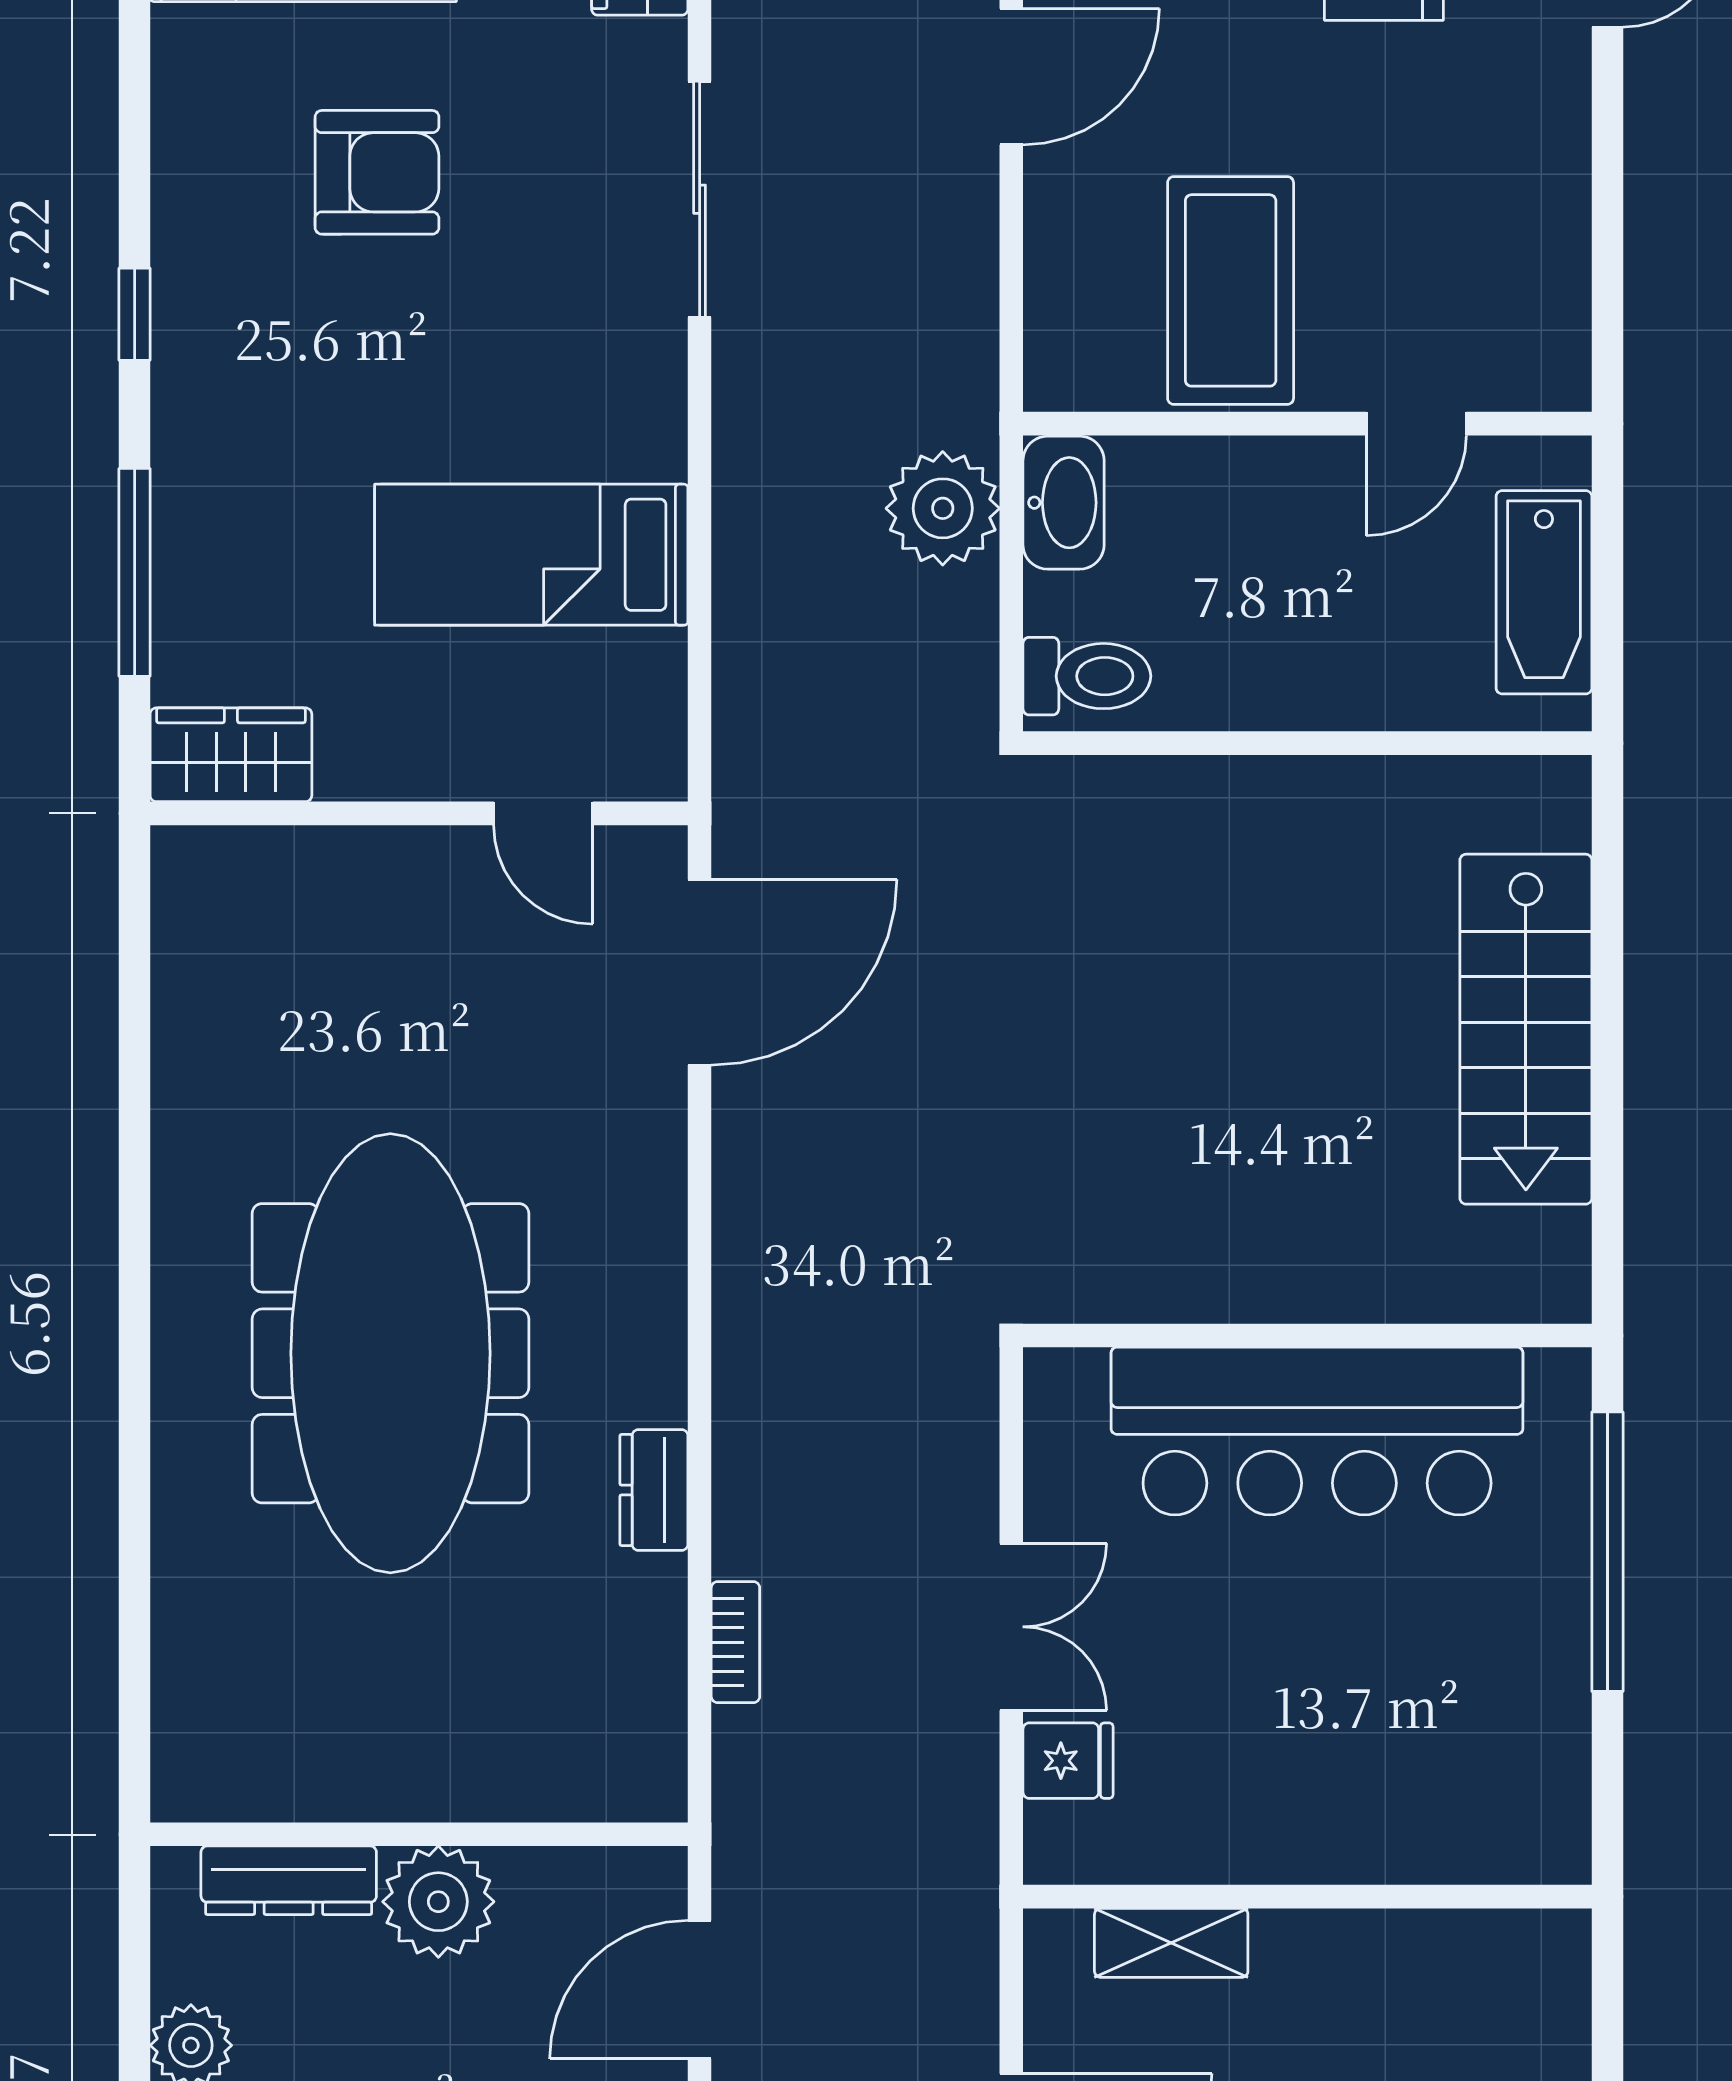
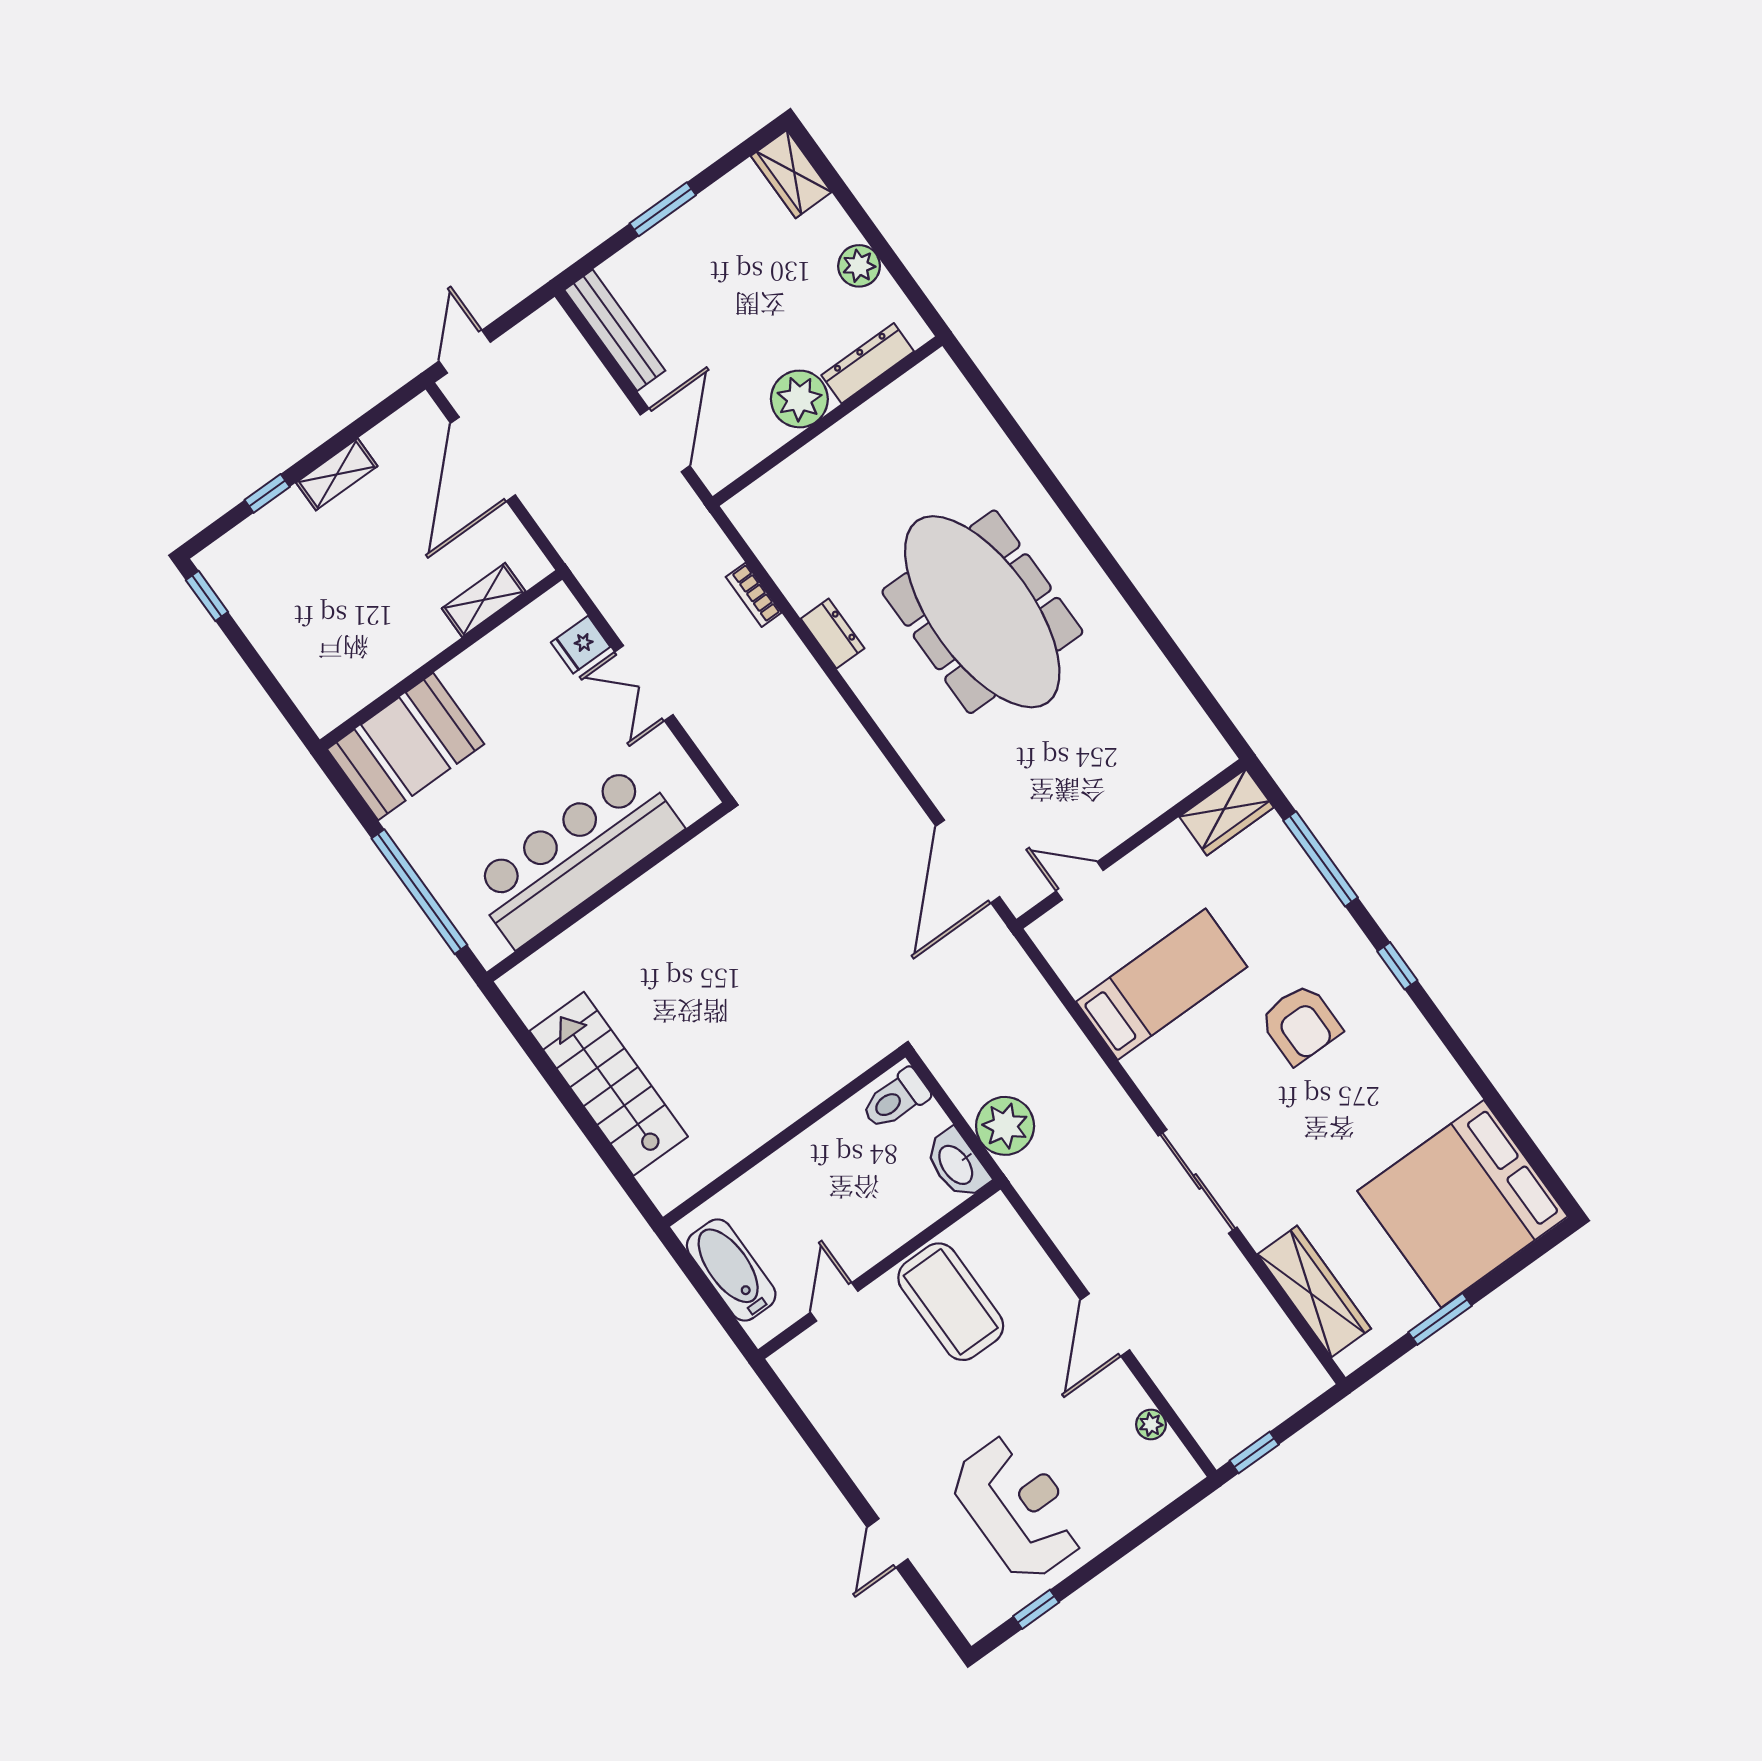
armchair: (377, 172) -> (1301, 1024), moved, turned -90
booth: (1463, 1799) -> (406, 747), added

